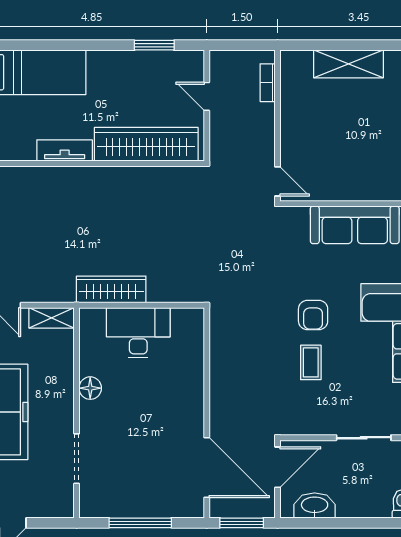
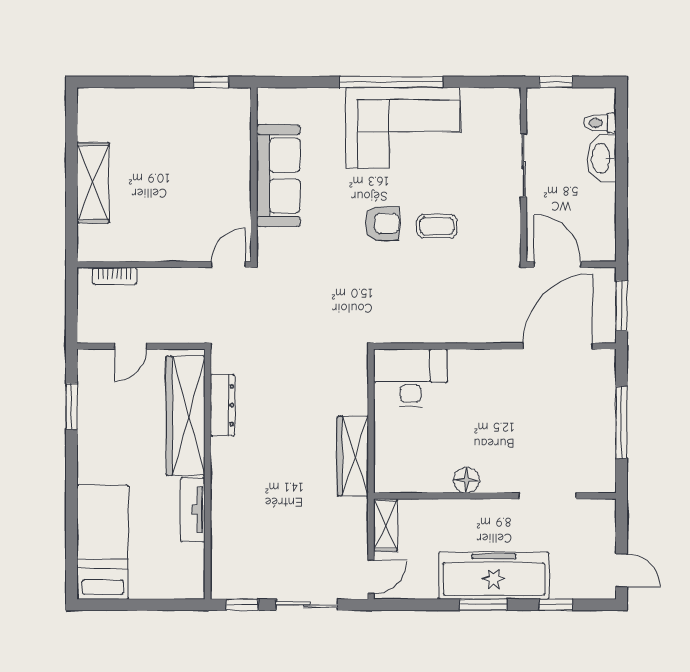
dresser: (155, 176) -> (222, 405), added
desk: (138, 333) -> (410, 378), moved, turned 90
washbasin: (315, 506) -> (602, 158), moved

